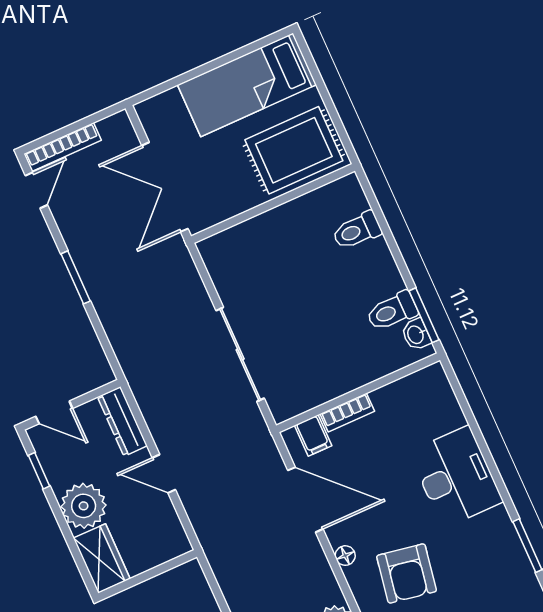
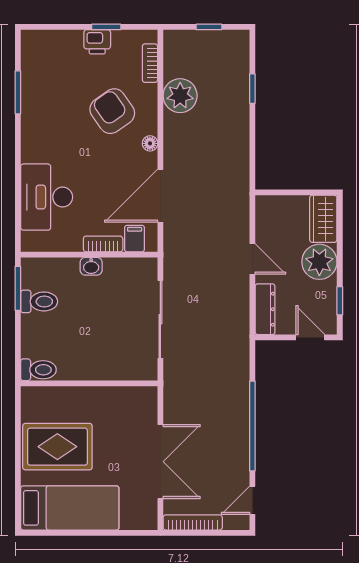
bookcase: (63, 147) -> (193, 522), moved
wall: (273, 204) -> (89, 383), moved
window: (76, 277) -> (252, 426), width x2.11
washbasin: (416, 334) -> (91, 266), moved, turned 90
desk: (456, 477) -> (47, 197), moved
door: (305, 500) -> (160, 196), hinge flipped
armchair: (407, 573) -> (112, 111), turned -45

